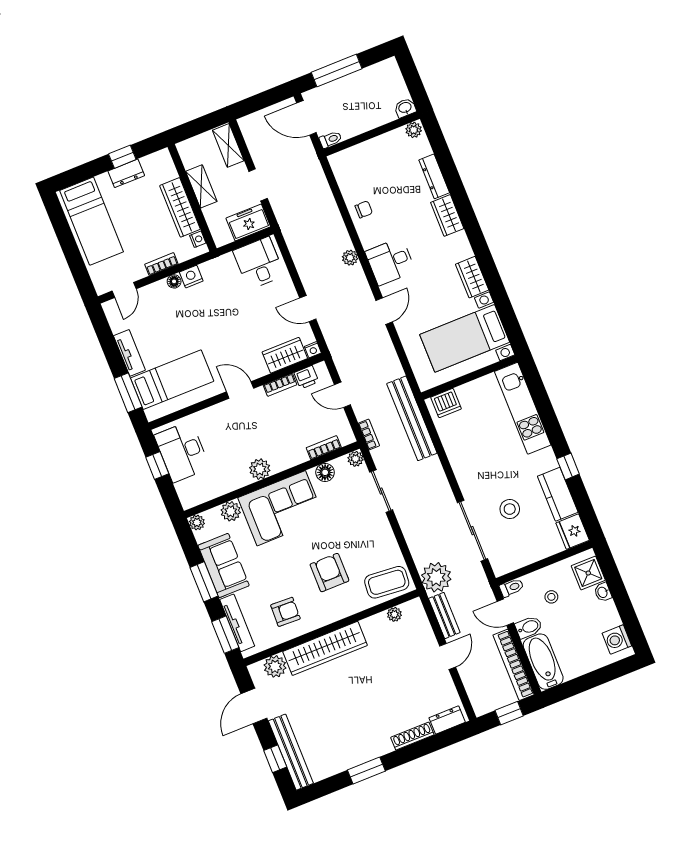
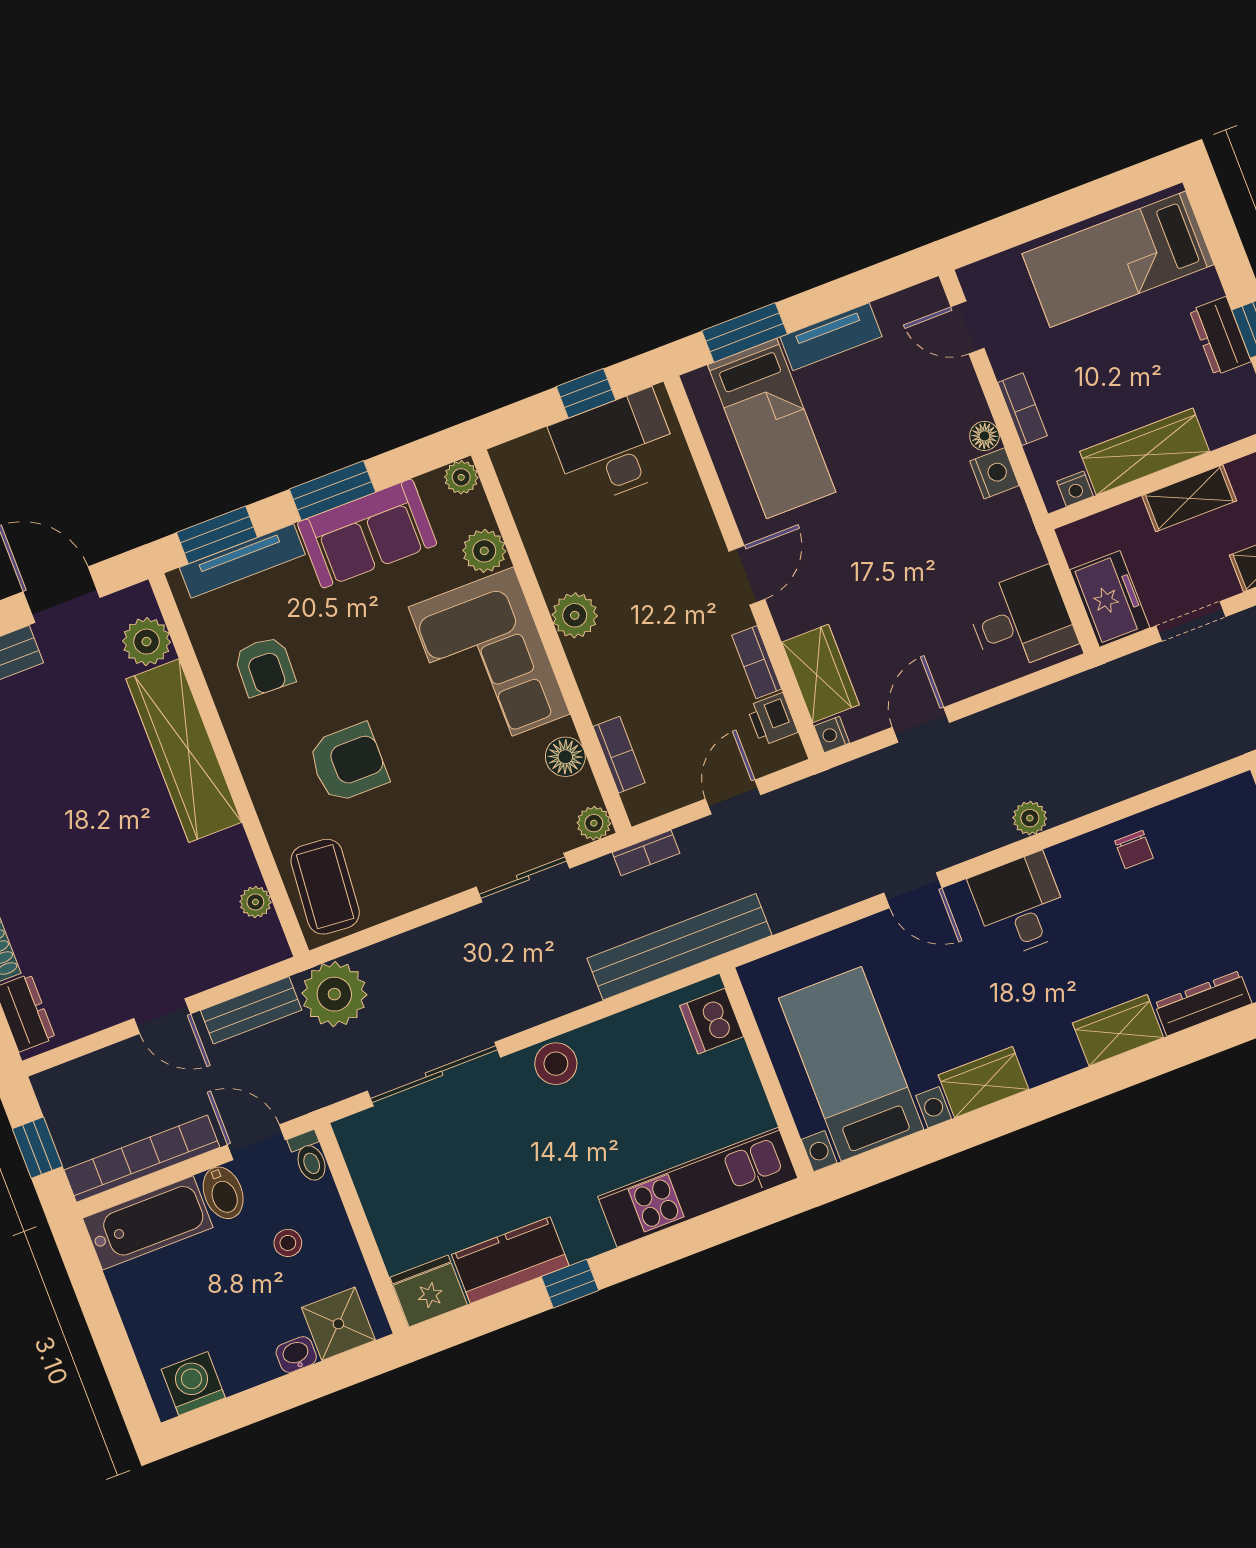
stool: (510, 509) -> (556, 1064), moved
door: (505, 612) -> (256, 1142), hinge flipped

